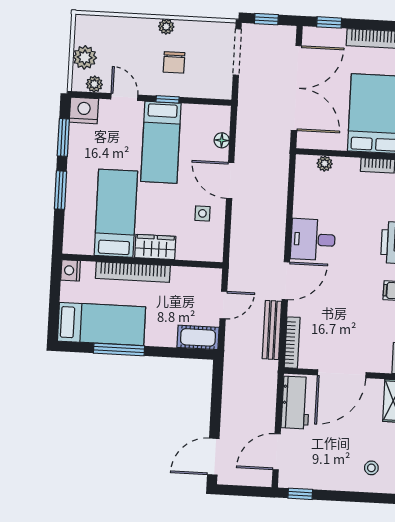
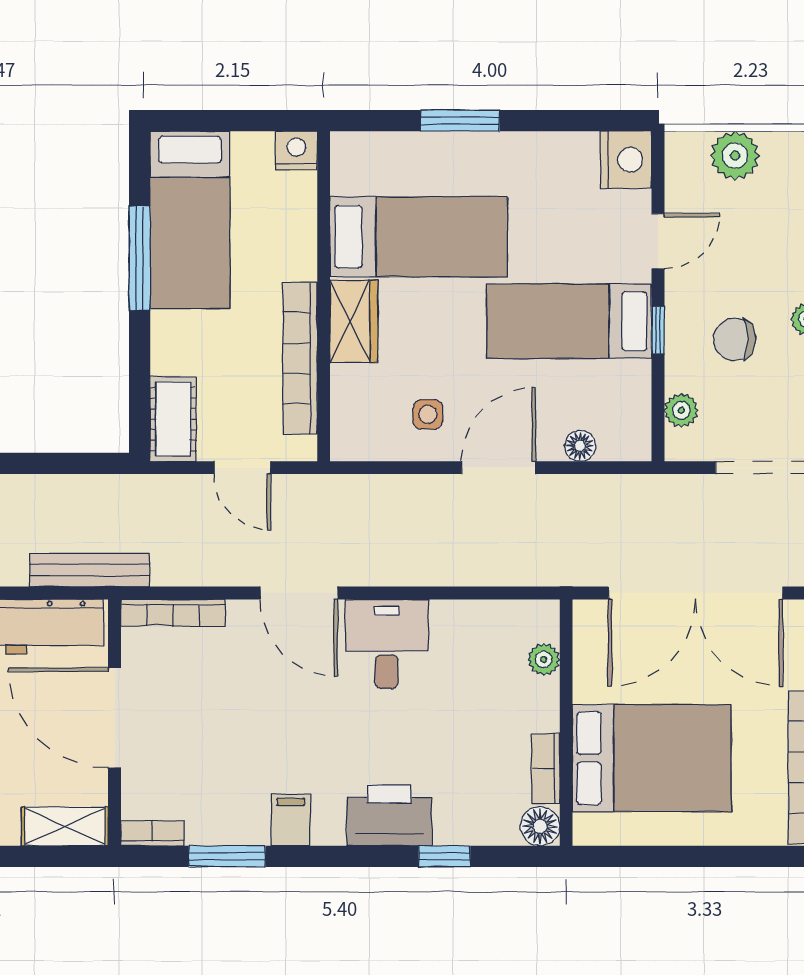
plant: (94, 84) -> (681, 410), moved
window: (63, 137) -> (568, 121), removed
bookcase: (133, 272) -> (300, 358), moved
bench: (272, 330) -> (89, 570), moved

